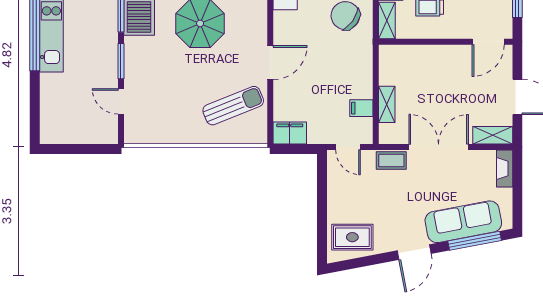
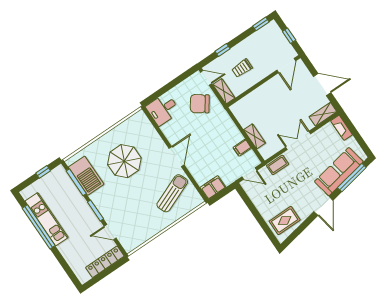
locker: (89, 134) -> (105, 262), added
double door: (439, 147) -> (298, 140), width x0.73

